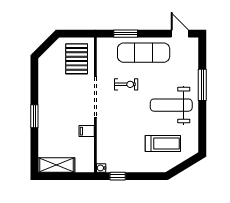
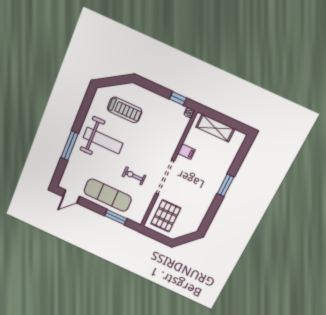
door: (180, 34) -> (71, 197), hinge flipped
treadmill: (163, 143) -> (125, 110), turned 180
shelving: (56, 165) -> (215, 128), moved

